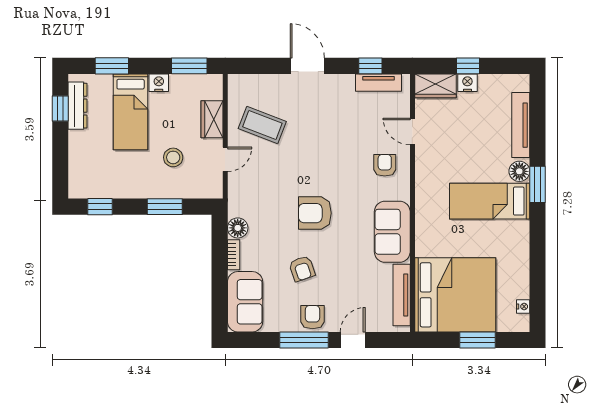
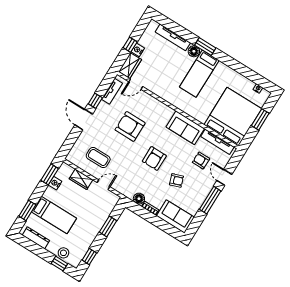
door: (307, 66) -> (84, 119), hinge flipped
window: (370, 66) -> (95, 101), moved
nightstand: (159, 83) -> (55, 183), moved
window: (60, 109) -> (59, 264), moved
coffee table: (262, 125) -> (98, 158), turned 69
door: (412, 131) -> (136, 84), moved
stool: (173, 157) -> (63, 253), moved
door: (225, 159) -> (103, 185), hinge flipped
armchair: (385, 165) -> (130, 126), moved, width x1.88, depth x1.88
armchair: (313, 317) -> (201, 160), moved

